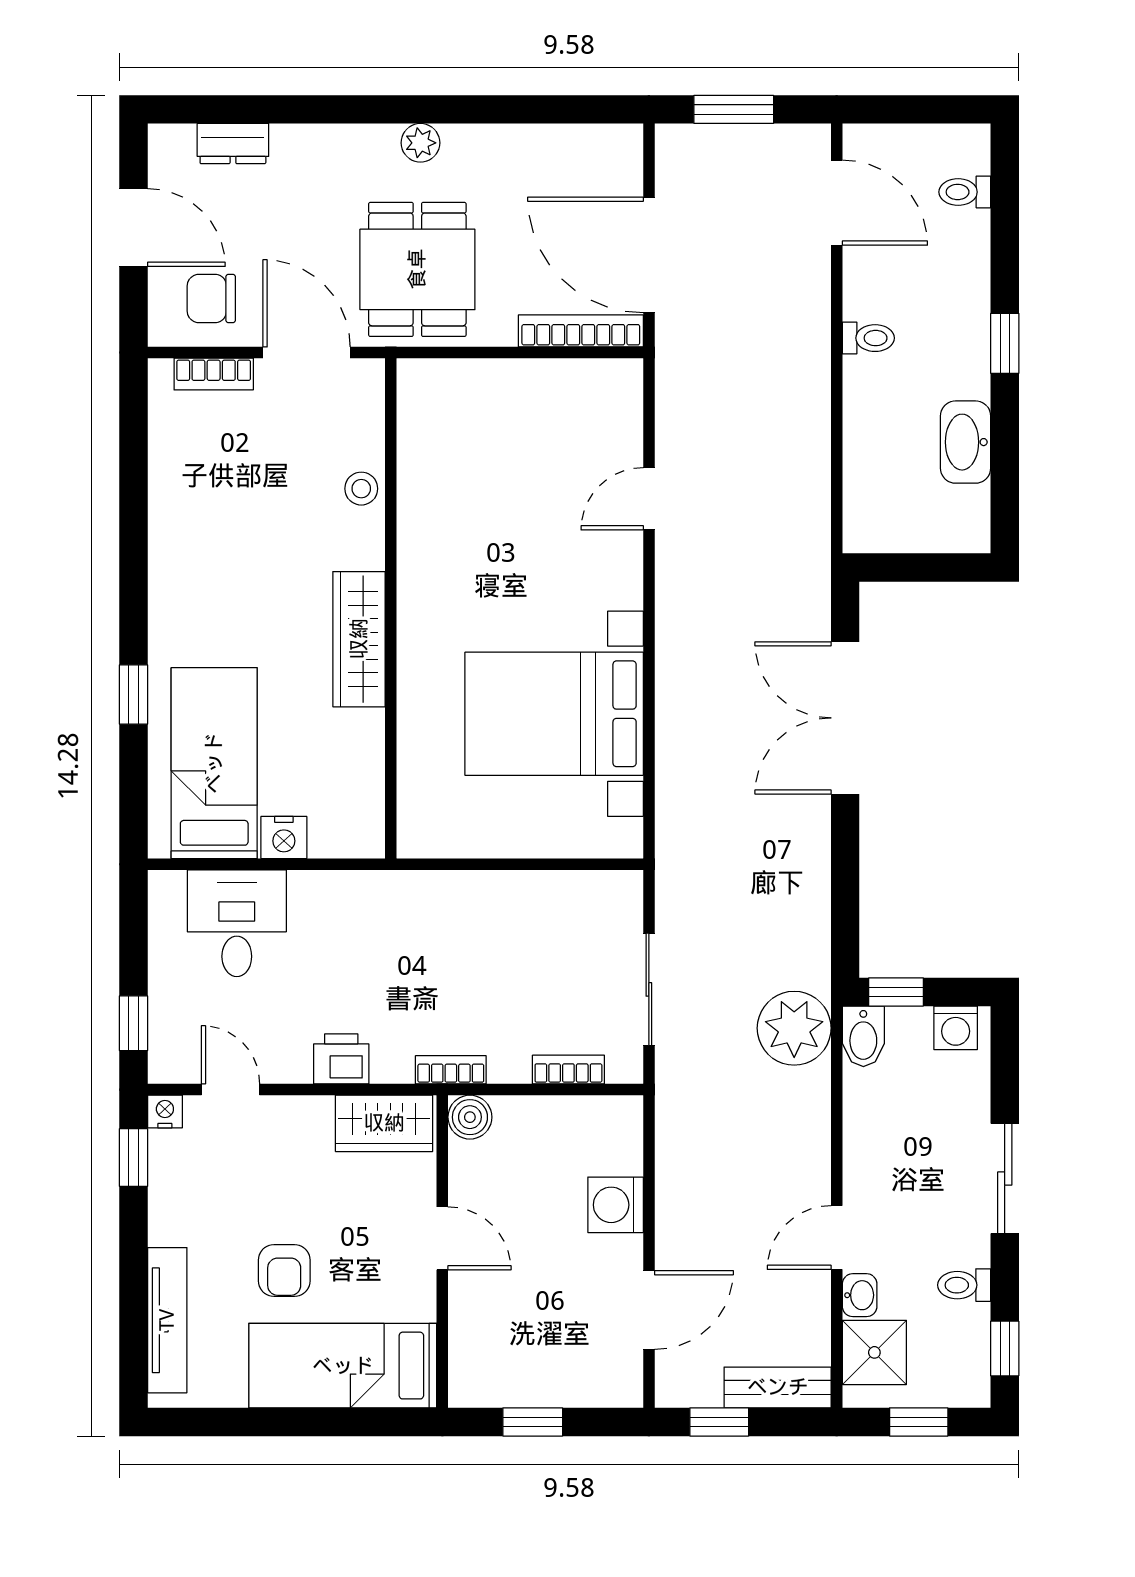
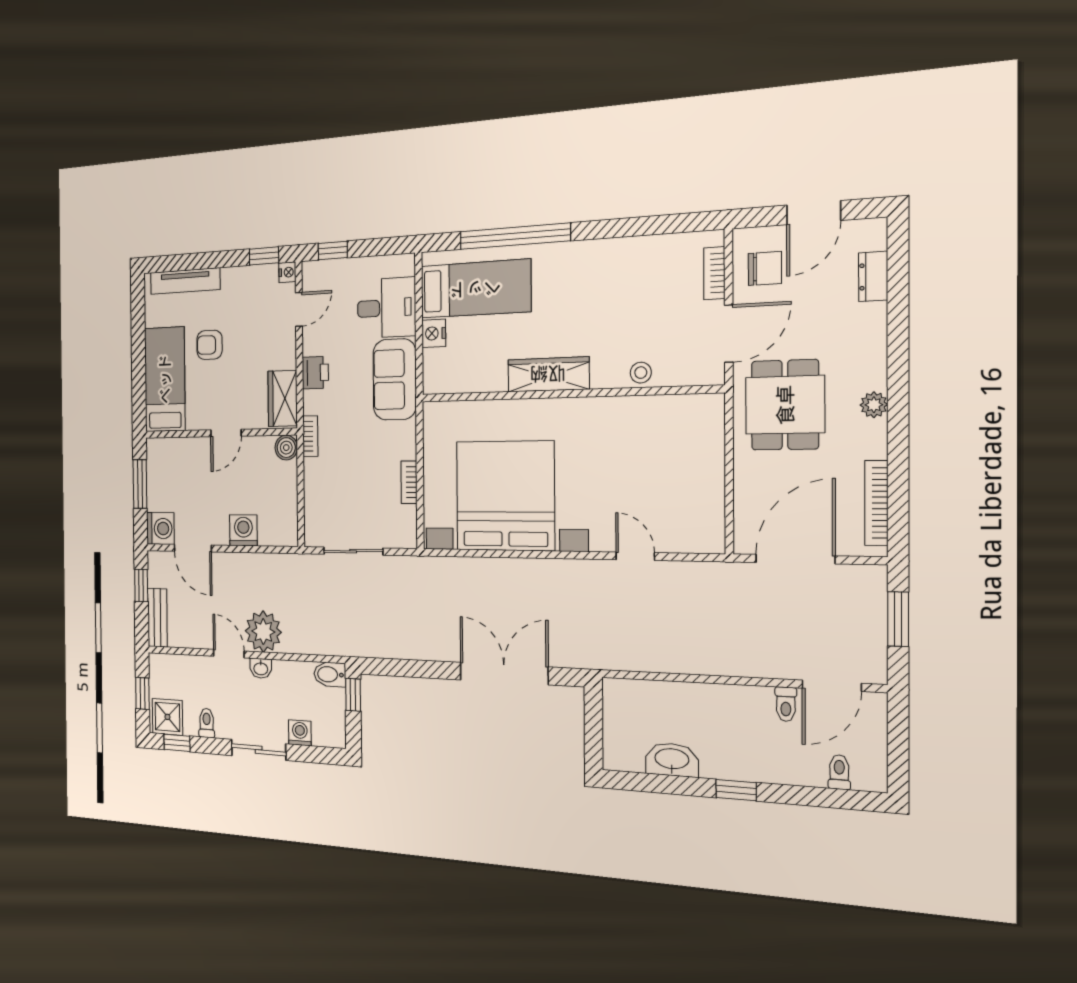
dining table: (417, 269) -> (785, 405), turned 90
chair: (211, 298) -> (765, 268), turned 90
bookcase: (581, 331) -> (876, 503), moved, turned 180
toilet: (868, 338) -> (786, 704), moved
window: (133, 695) -> (515, 236), width x3.17
bed with nightstands: (554, 714) -> (505, 496), width x1.36
sofa: (358, 909) -> (395, 379), added
plant: (794, 1028) -> (263, 632), moved
washing machine: (956, 1028) -> (300, 733), moved, turned 90
bookcase: (568, 1070) -> (409, 482), moved, turned 180
washbasin: (860, 1295) -> (261, 668), moved
shower: (874, 1352) -> (167, 717), moved
washing machine: (614, 1379) -> (160, 528), added
window: (533, 1422) -> (140, 484), width x1.50

